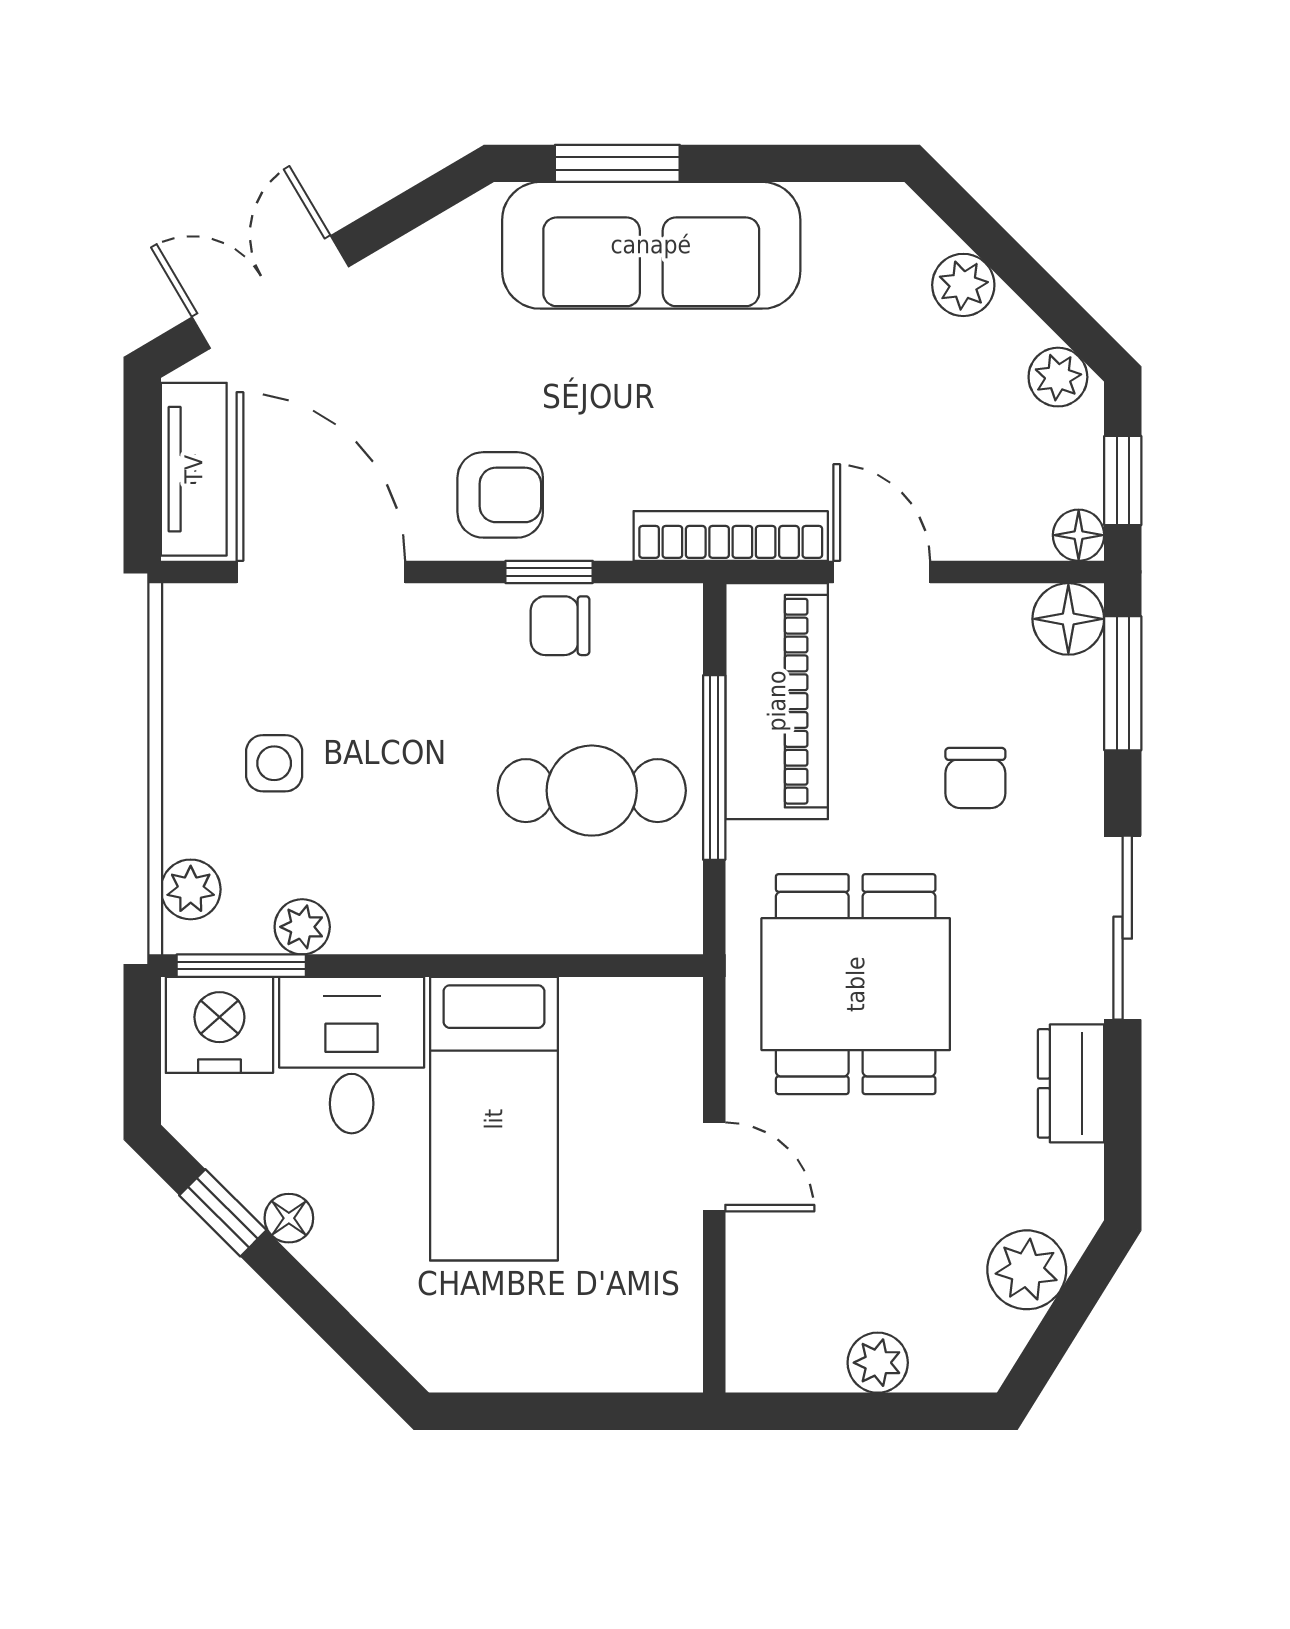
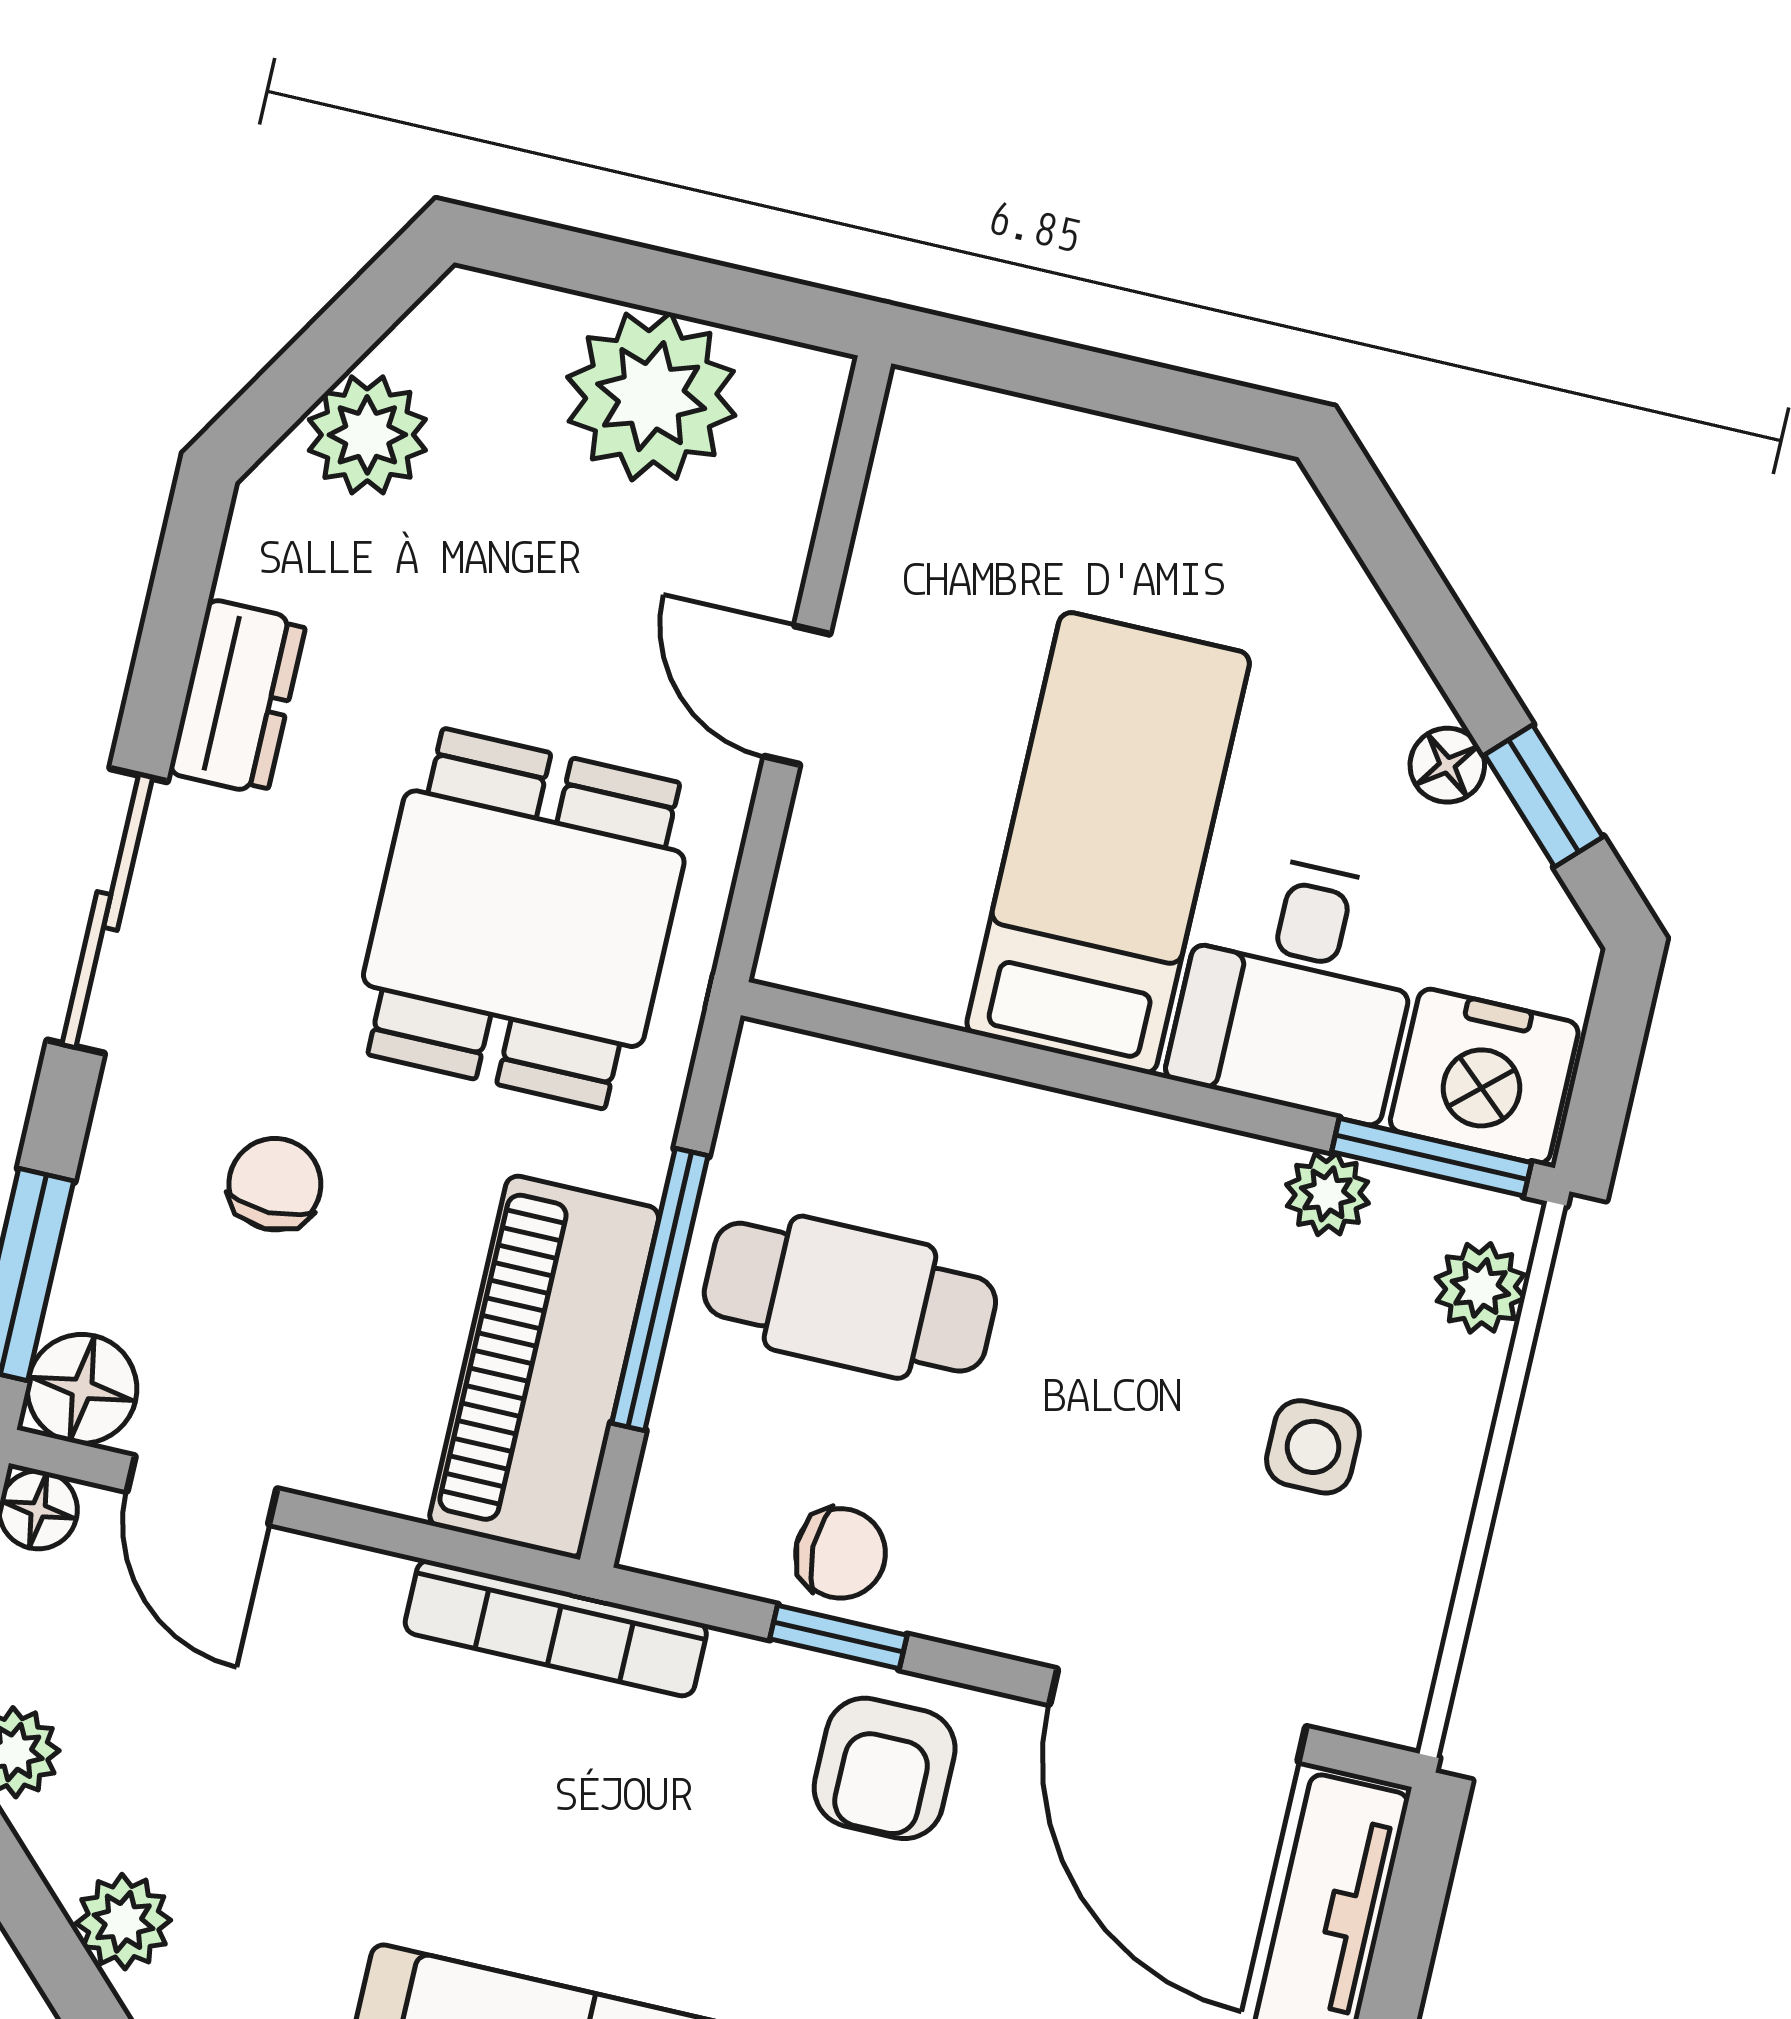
armchair: (500, 495) -> (885, 1768), turned -90
door: (882, 572) -> (202, 1490), moved
plant: (878, 1363) -> (651, 396), width x1.87, depth x1.87

